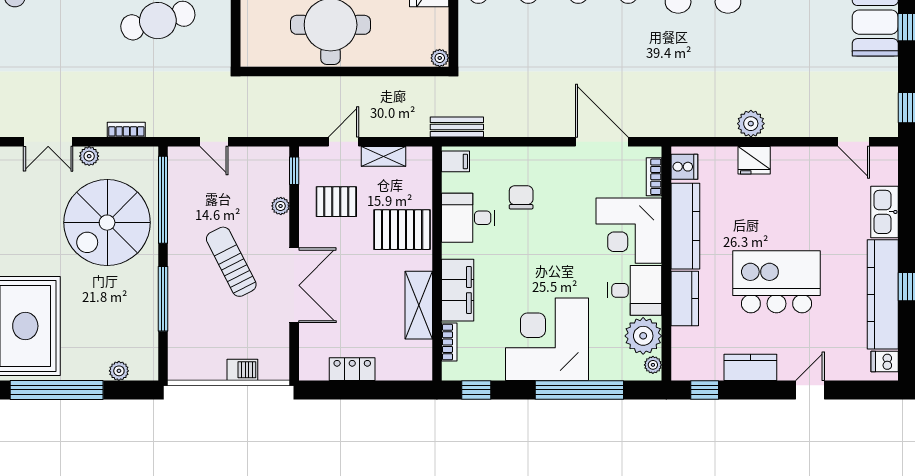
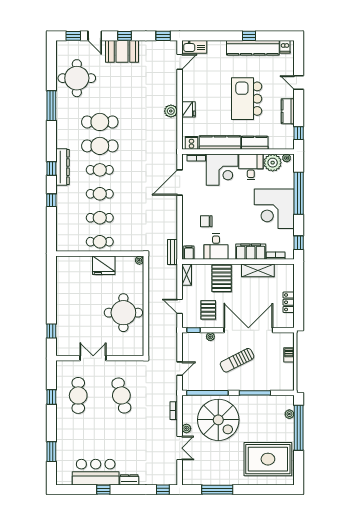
shelving: (383, 156) -> (187, 275), moved
kitchen sink: (884, 212) -> (194, 47), moved
double door: (294, 285) -> (248, 330), width x1.36
window: (57, 390) -> (299, 428), moved

